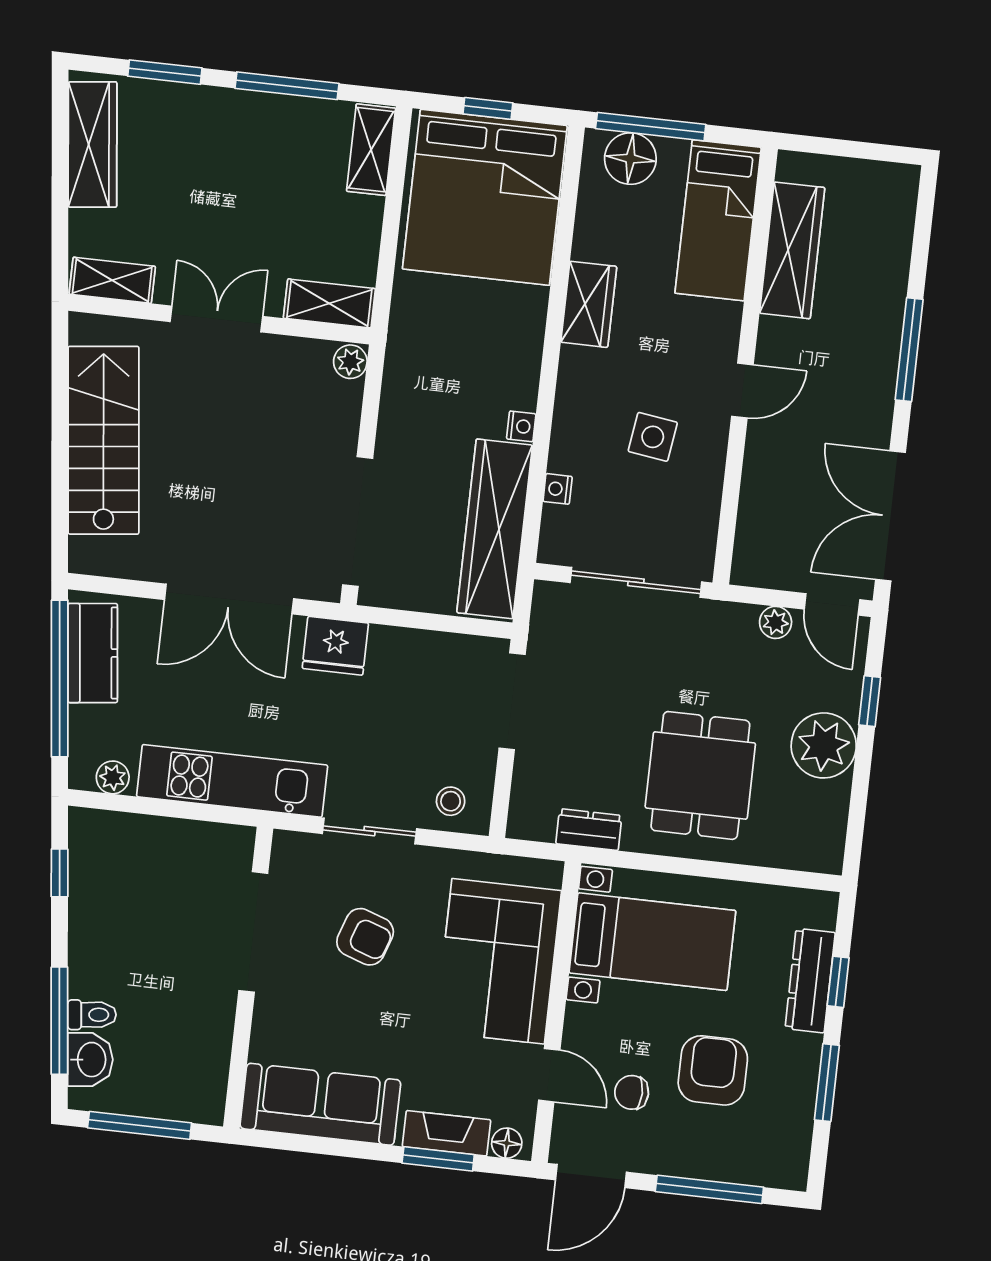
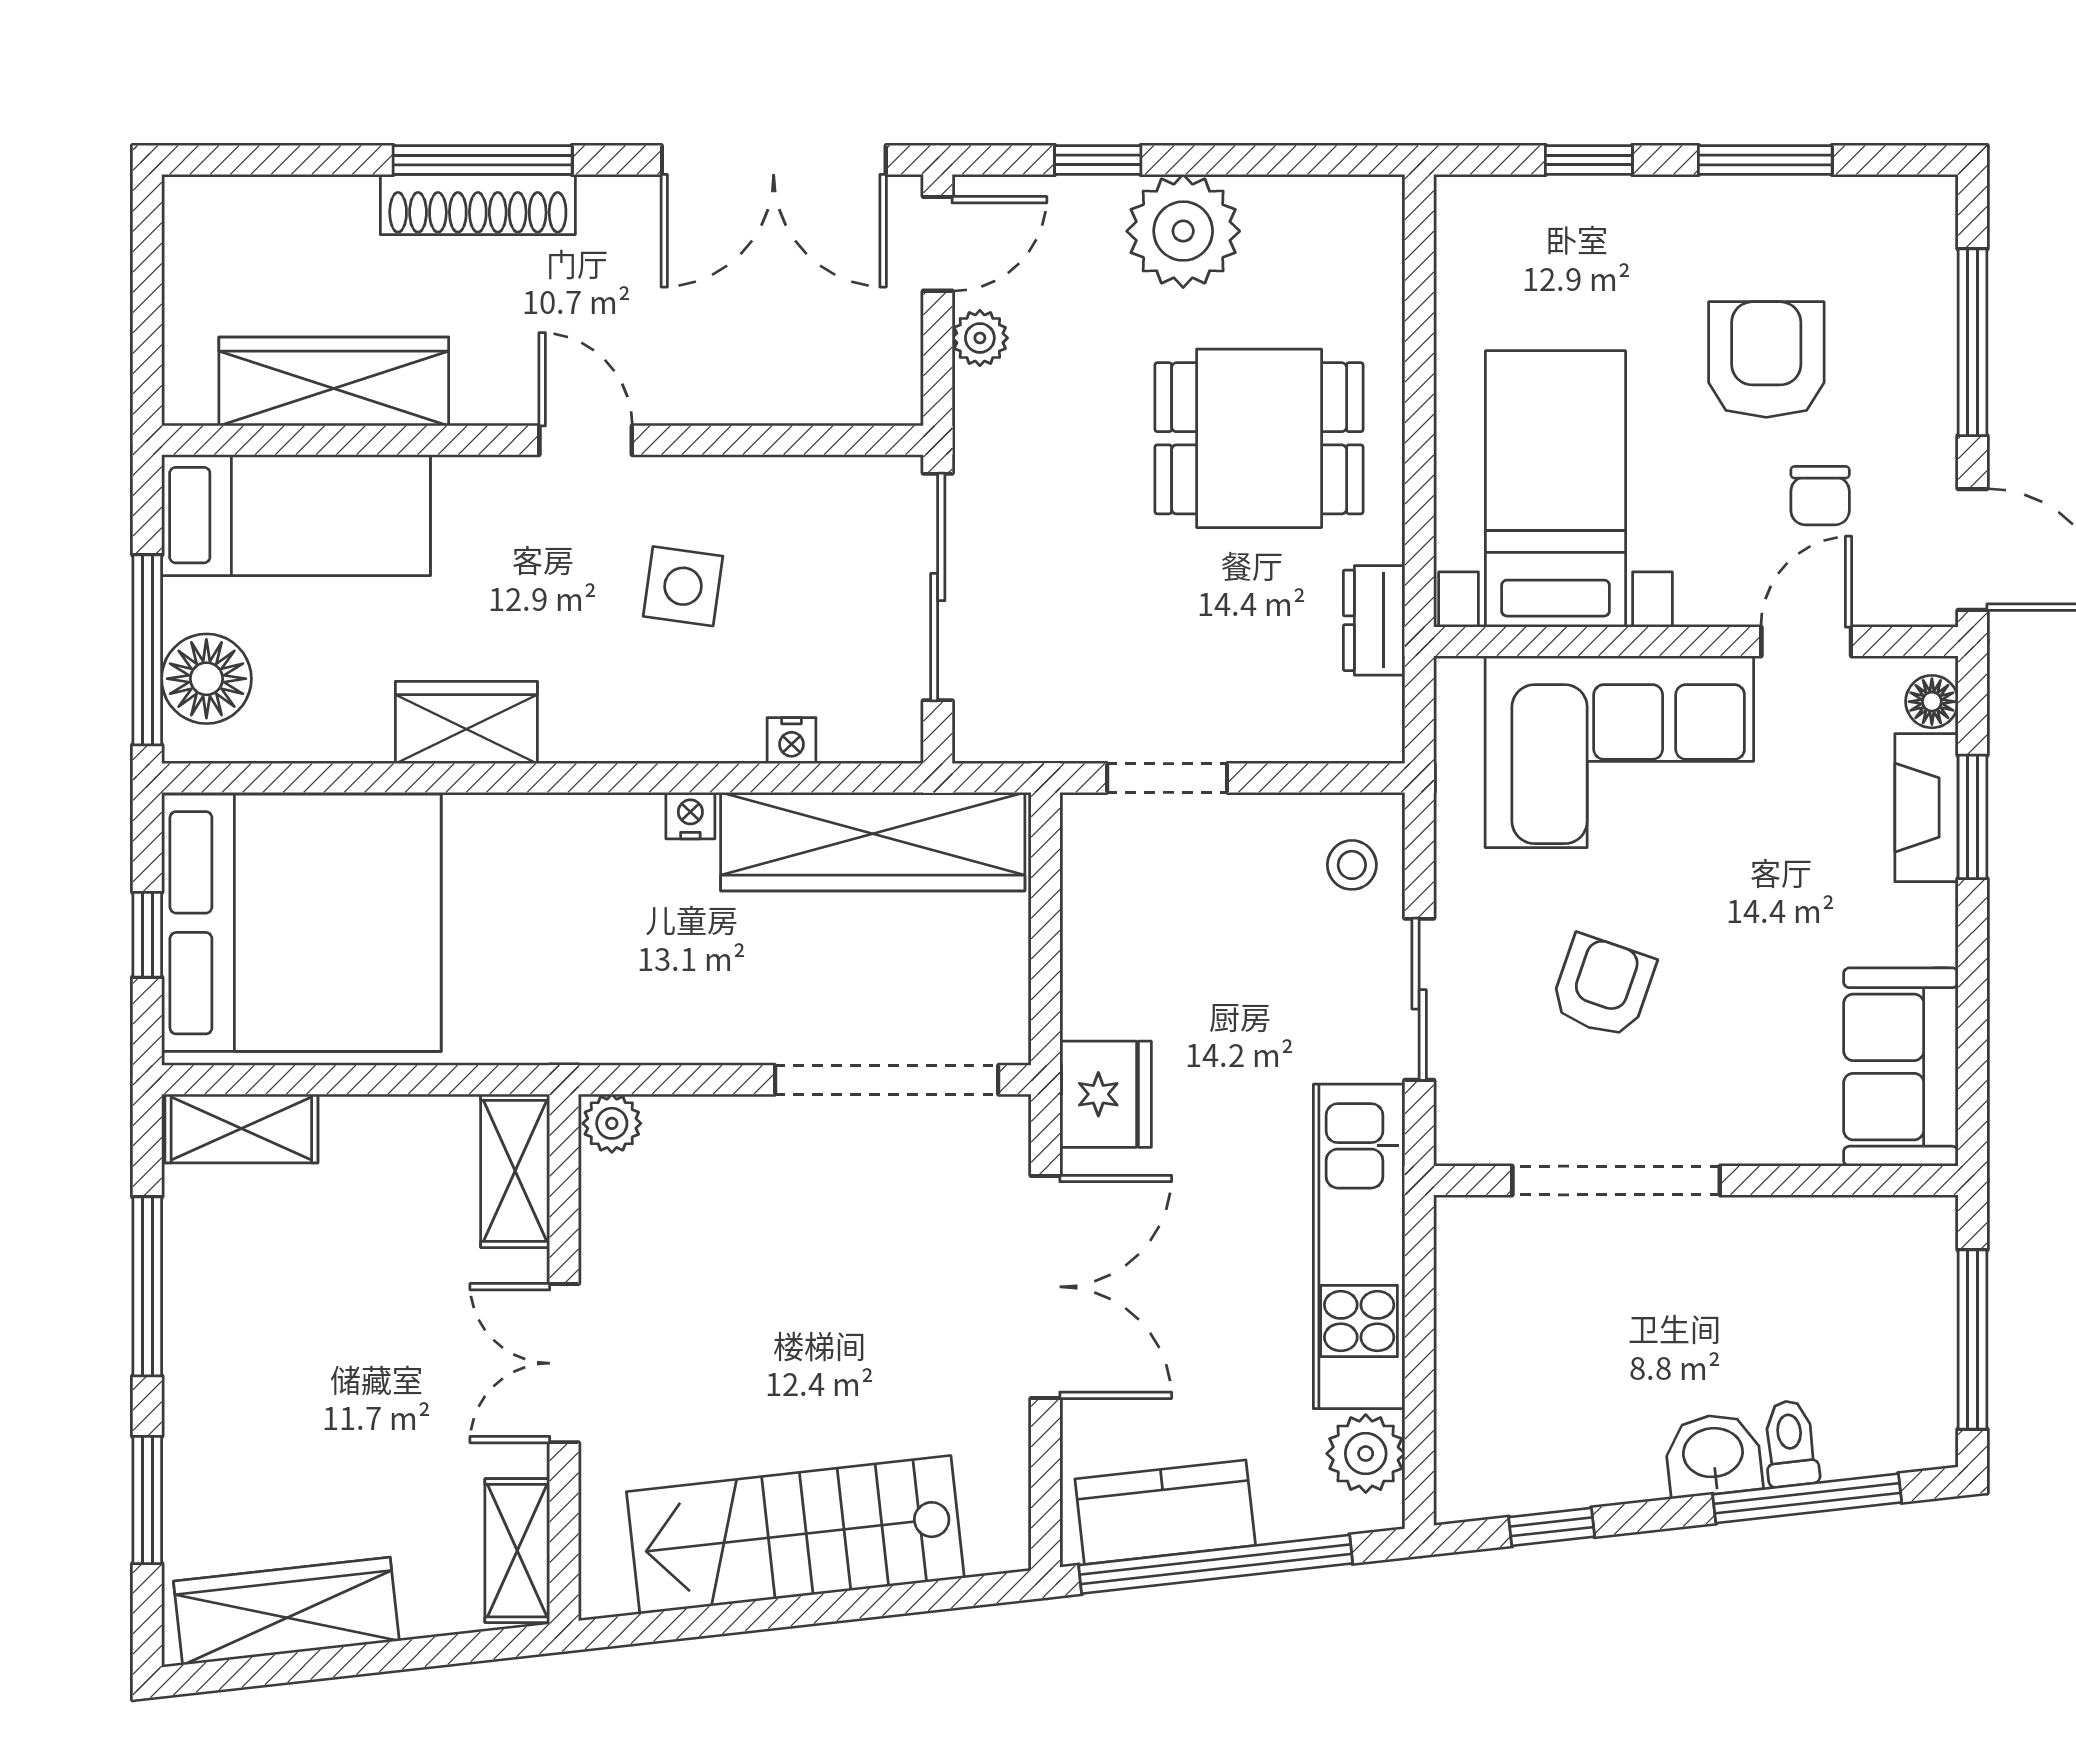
shoe rack: (884, 344) -> (478, 205), added
doorway: (512, 701) -> (1167, 778), width x0.73
plant: (113, 777) -> (1366, 1454), width x1.38, depth x1.38
dresser: (810, 981) -> (1592, 209), removed
washbasin: (90, 1060) -> (1713, 1455), moved
armchair: (713, 1070) -> (1766, 360), turned 90
sofa: (320, 1104) -> (1901, 1067), width x0.73

